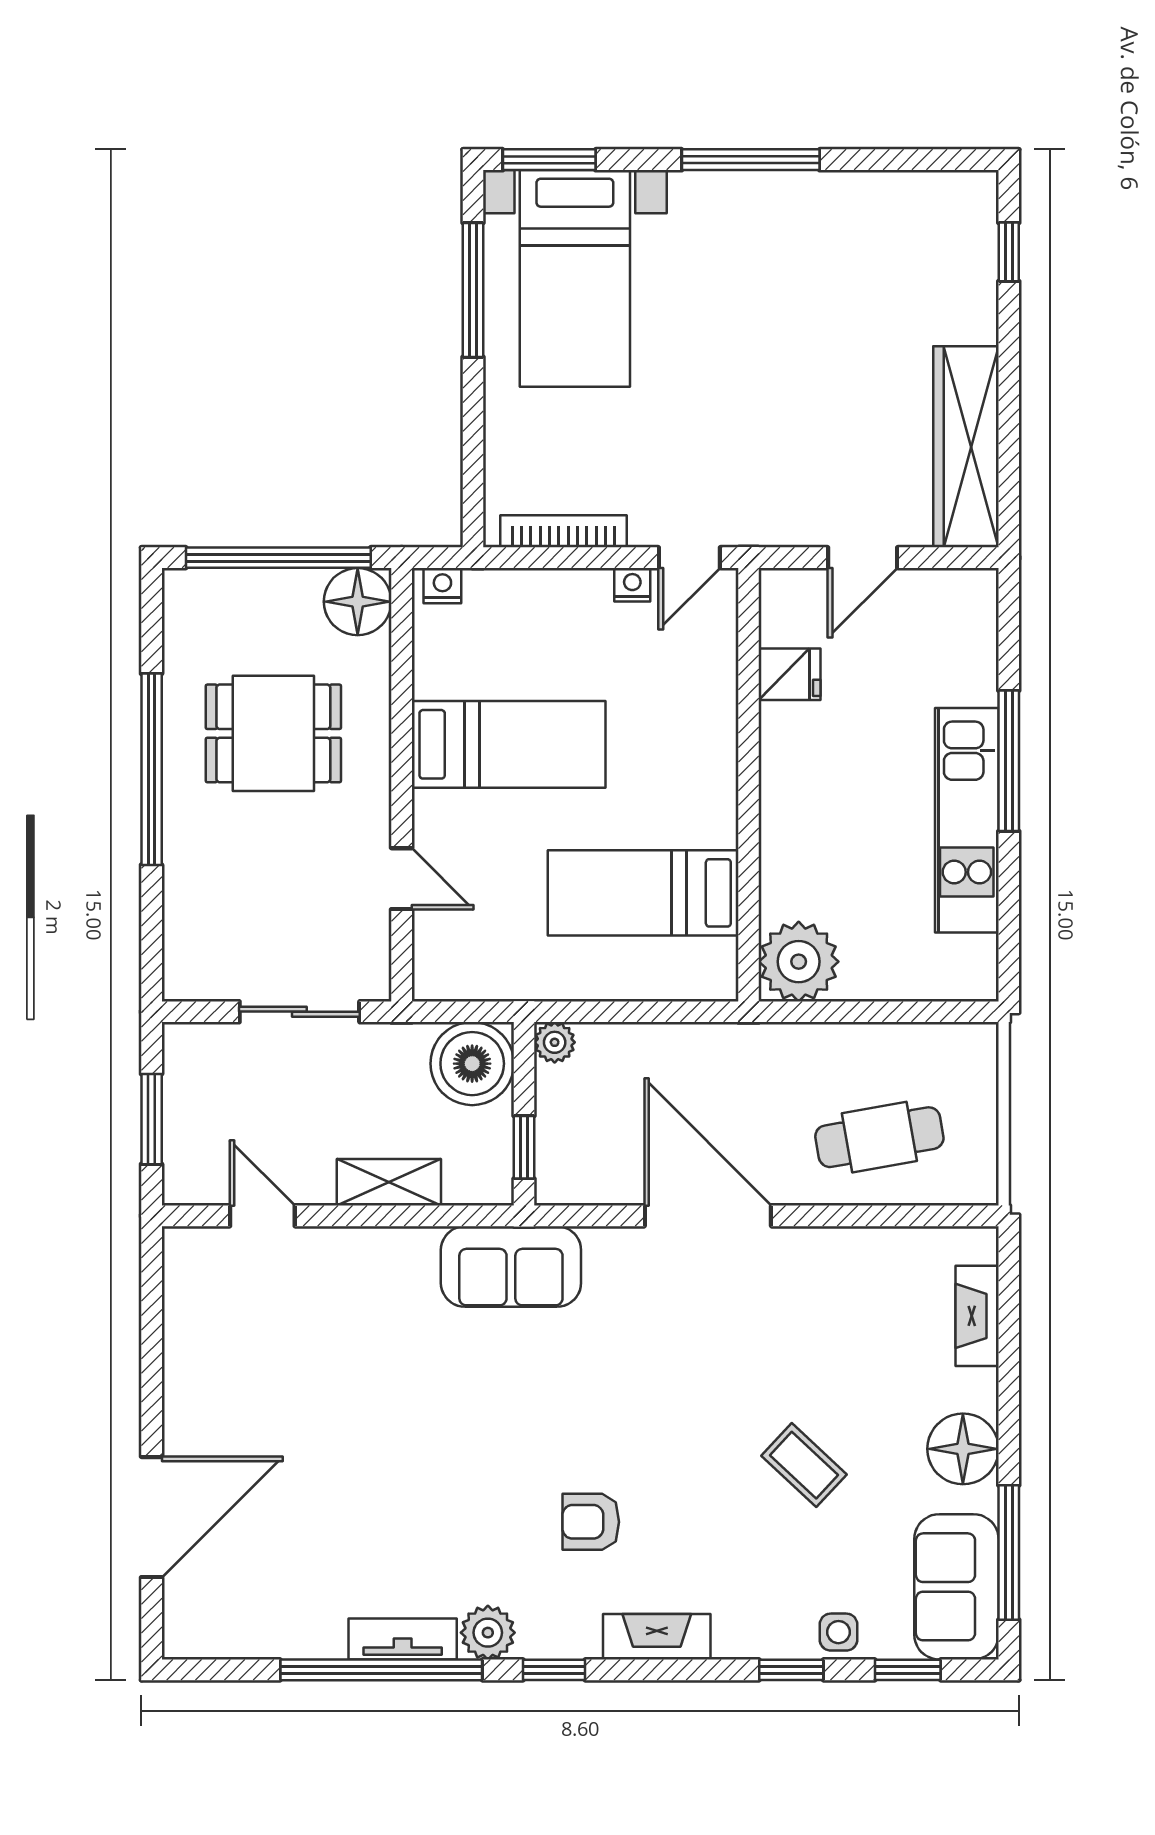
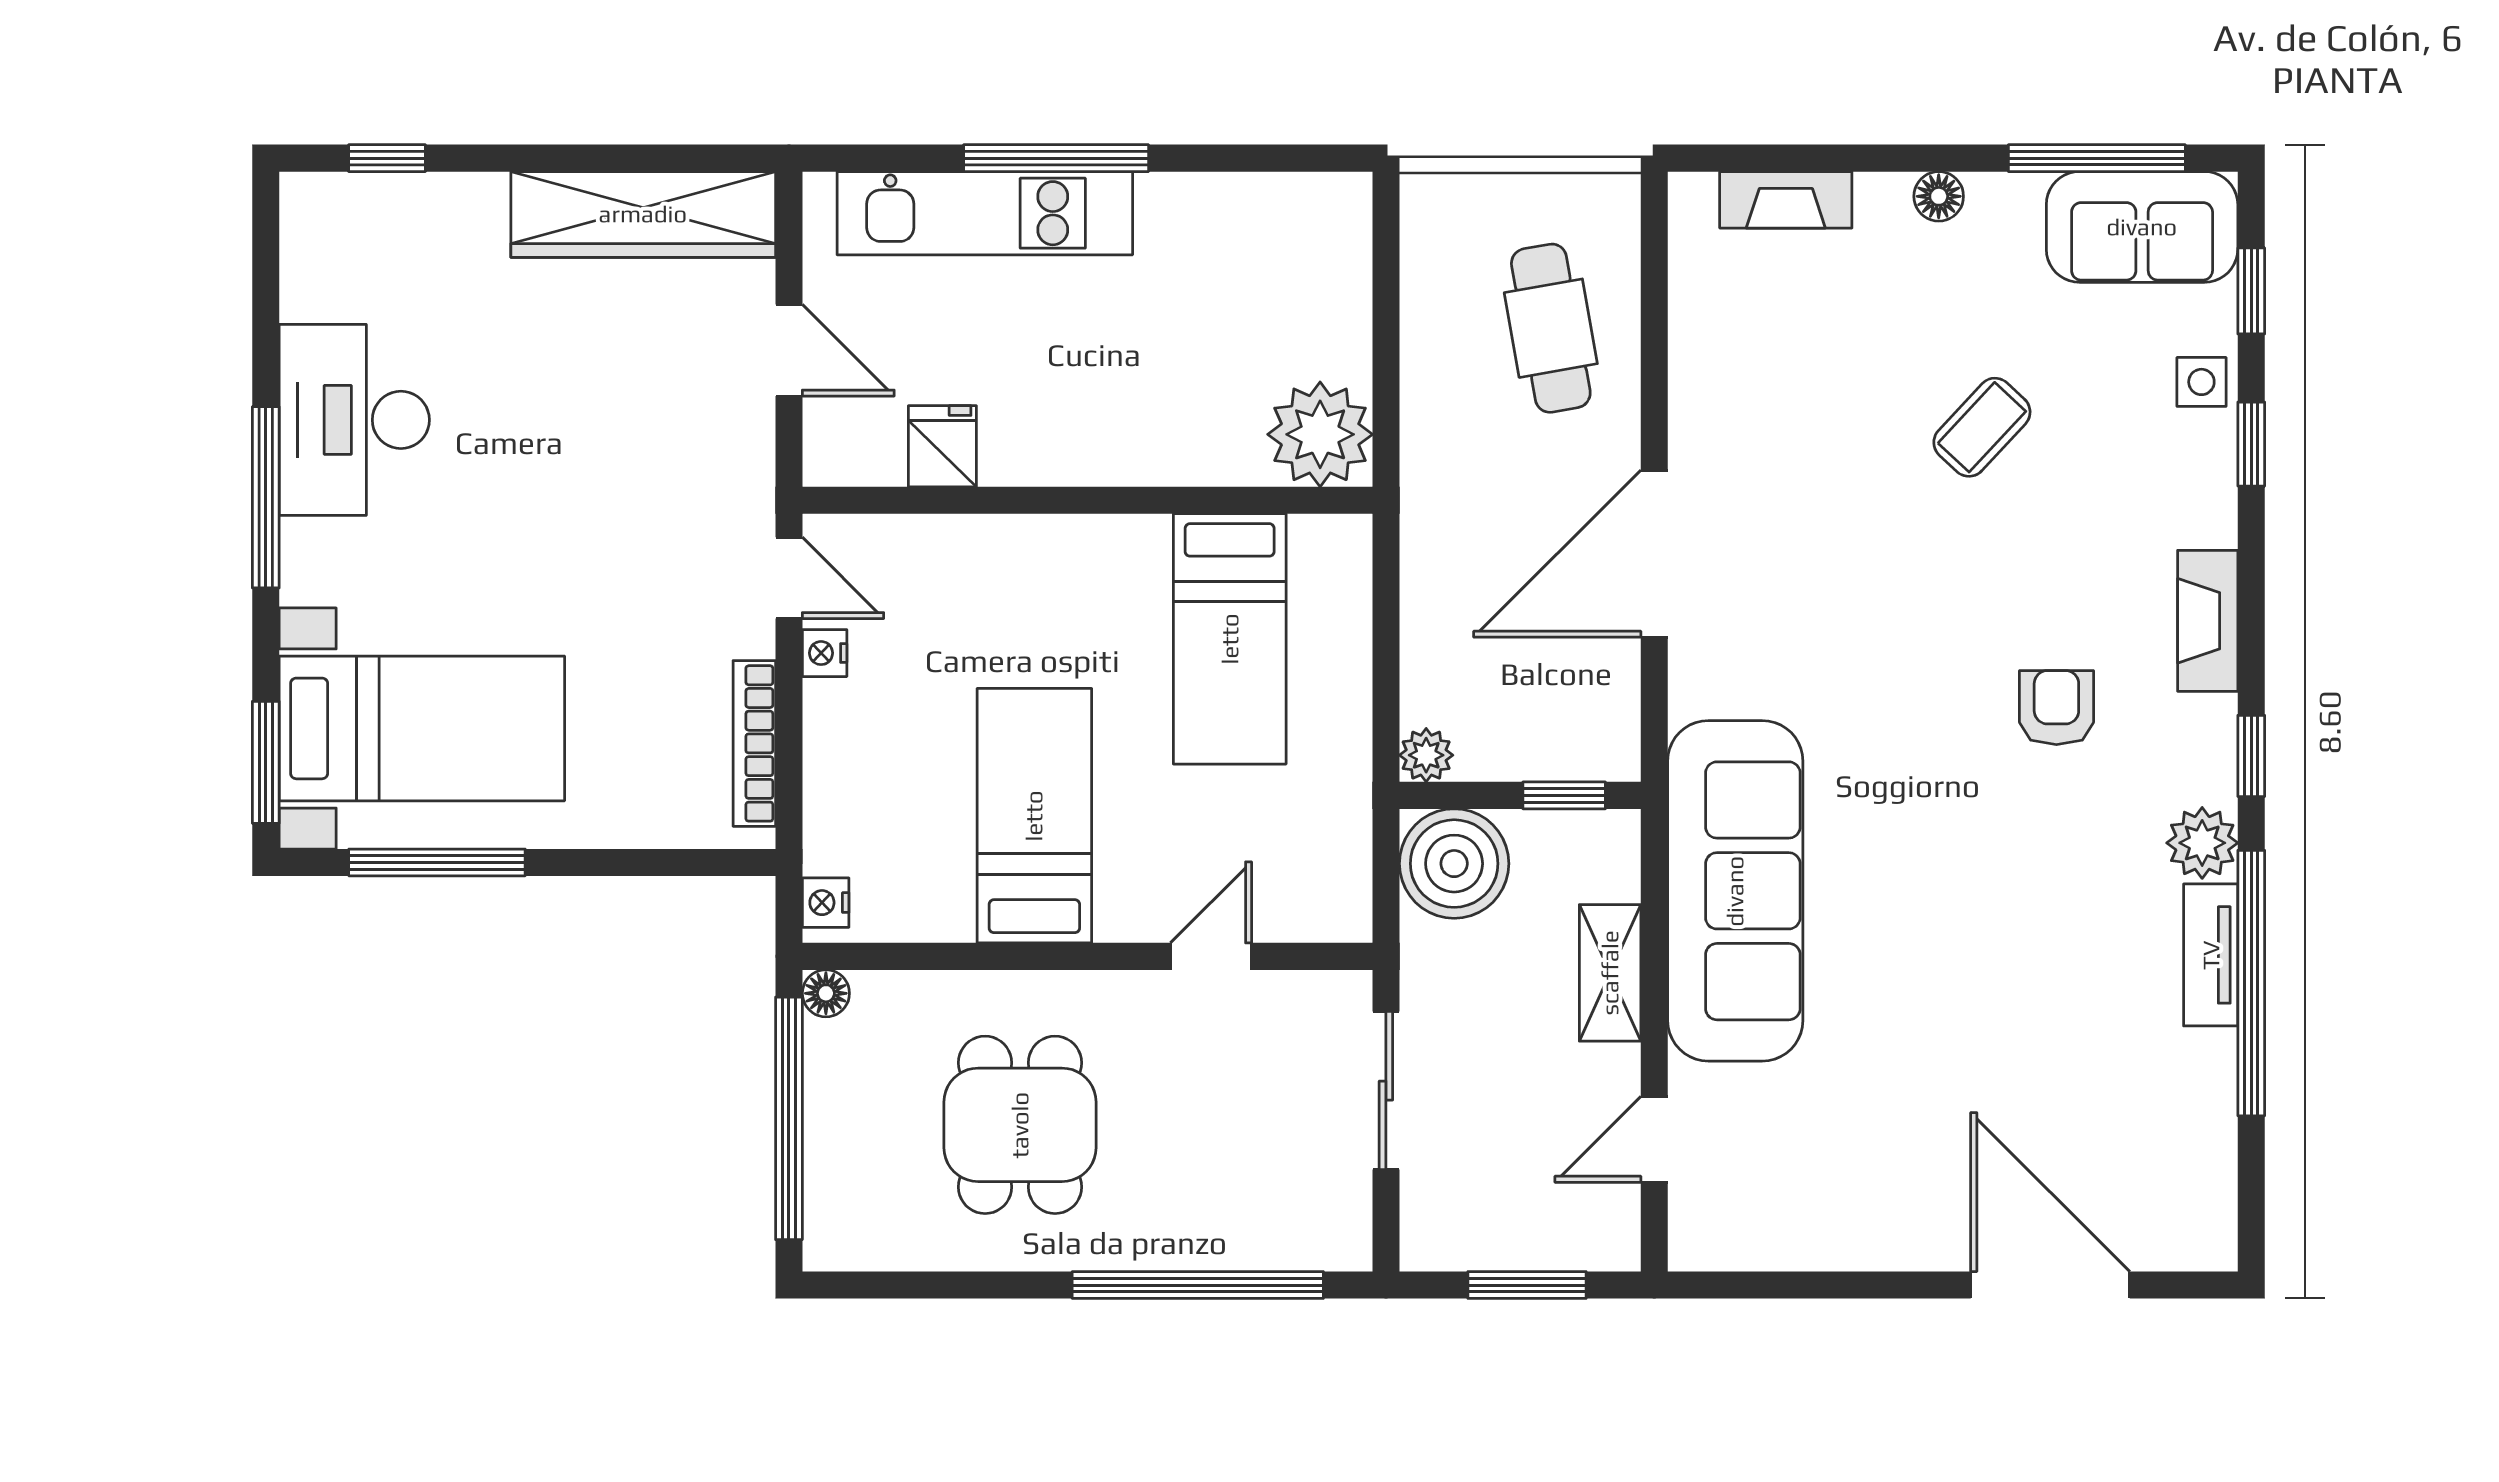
desk: (810, 227) -> (354, 420), added
floor lamp: (358, 602) -> (826, 993), width x0.53, depth x0.53
window: (152, 769) -> (1198, 1285), moved
kitchen unit: (967, 820) -> (985, 213), moved
sofa: (511, 1267) -> (1735, 891), width x1.85, depth x1.27
floor lamp: (963, 1449) -> (1939, 196), width x0.53, depth x0.53
armchair: (591, 1522) -> (2056, 708), turned 180

